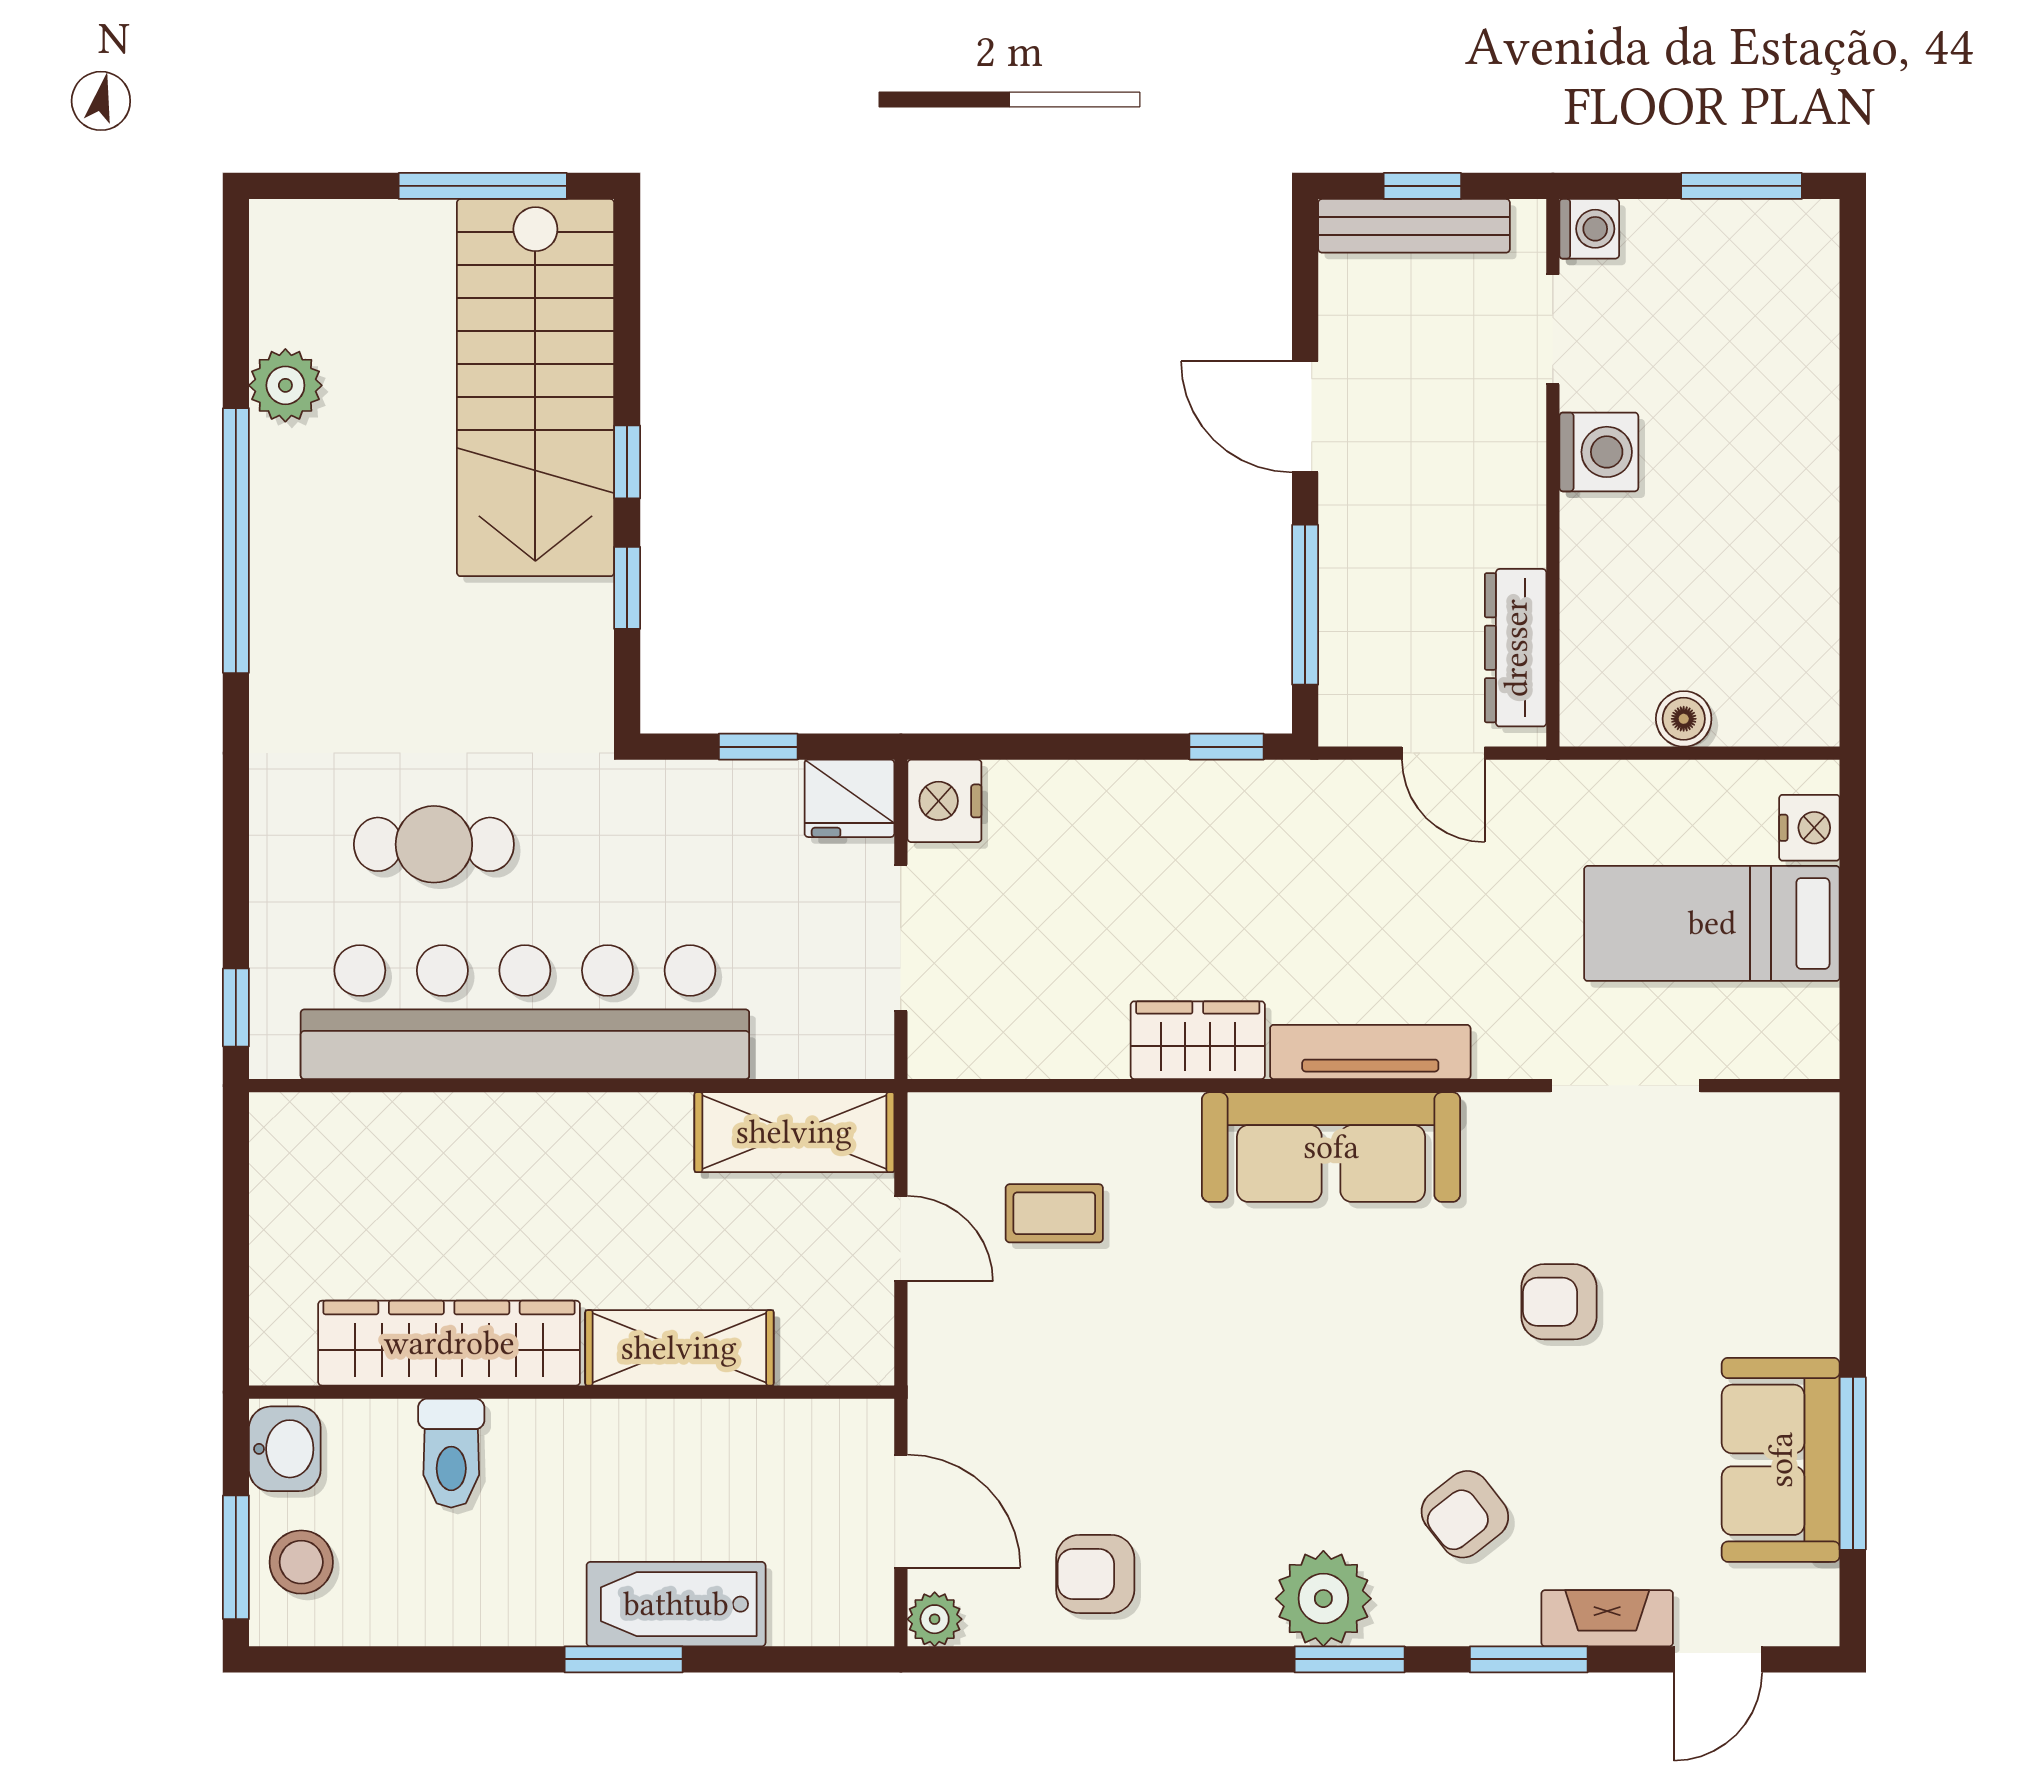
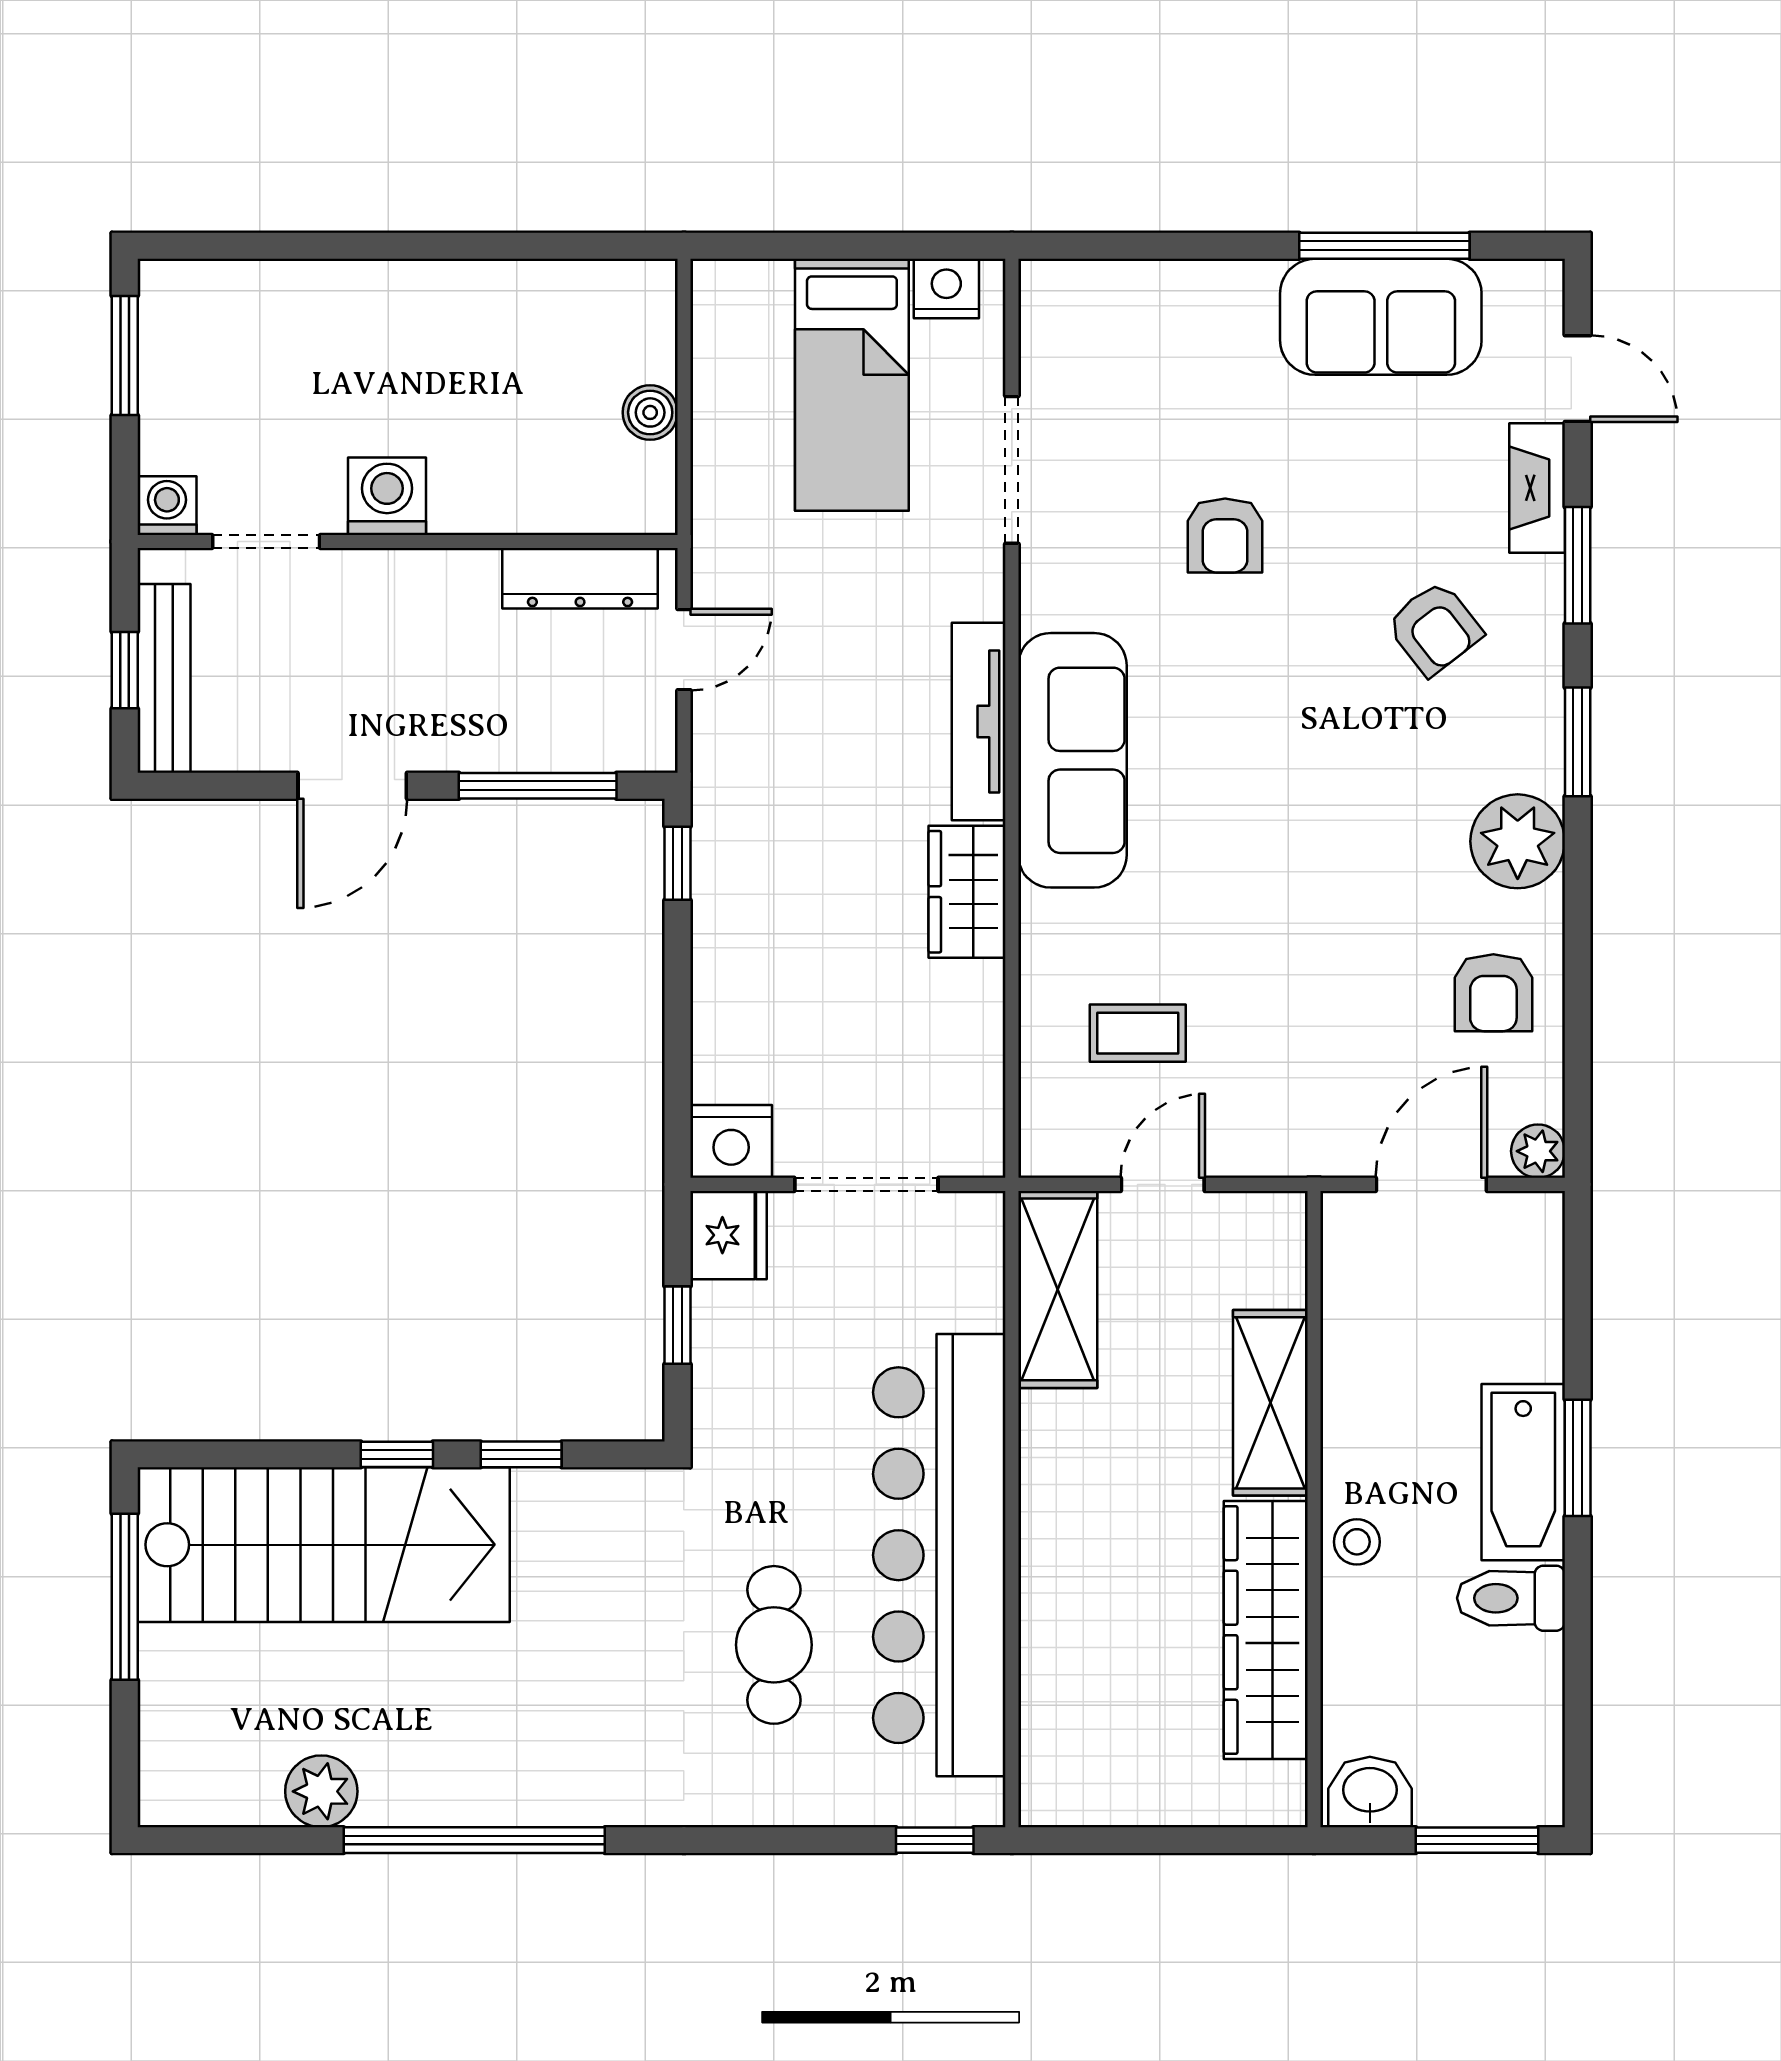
nightstand: (1809, 828) -> (946, 289), moved
coffee table: (1054, 1213) -> (1138, 1033), turned 90
toilet: (451, 1453) -> (1511, 1598), moved, turned 180
stool: (301, 1562) -> (1357, 1542), moved, width x0.73, depth x0.73
plant: (1323, 1599) -> (1518, 841), moved
bathtub: (676, 1604) -> (1523, 1472), moved

